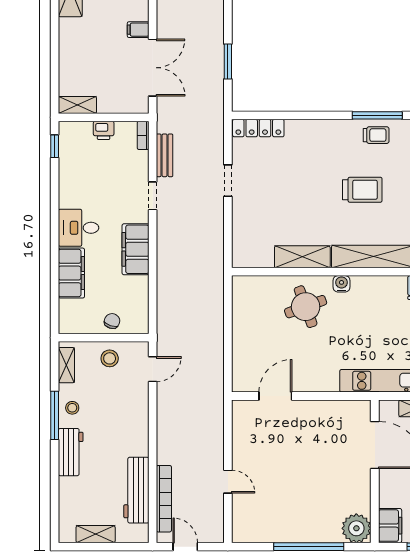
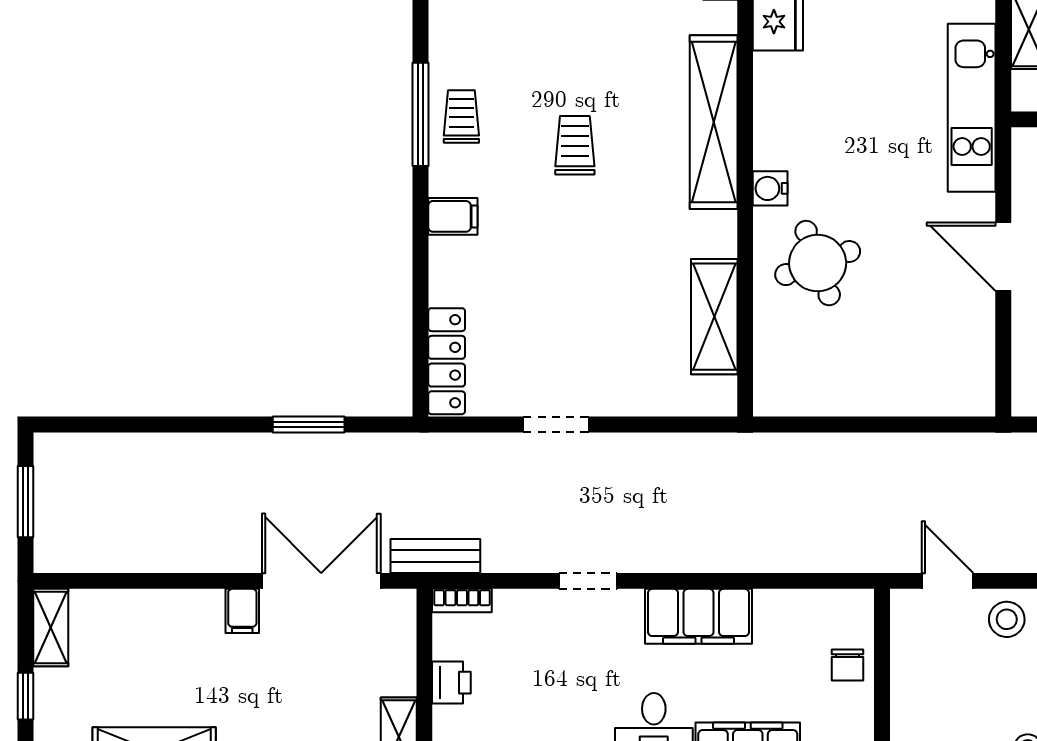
filing cabinet: (328, 131) -> (453, 216), added
bench: (165, 155) -> (435, 556), moved
trolley: (362, 190) -> (575, 145), width x0.73, depth x0.72
shelving: (302, 257) -> (714, 317), moved
chair: (112, 321) -> (848, 665), turned -109
stool: (110, 358) -> (1007, 619), moved
door: (275, 396) -> (1003, 257), moved

